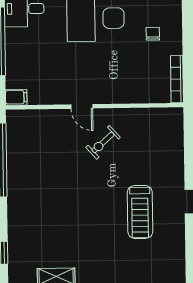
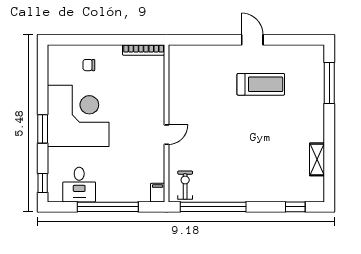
chair: (153, 34) -> (89, 65), moved
exercise bike: (103, 142) -> (185, 185), moved, turned -138

